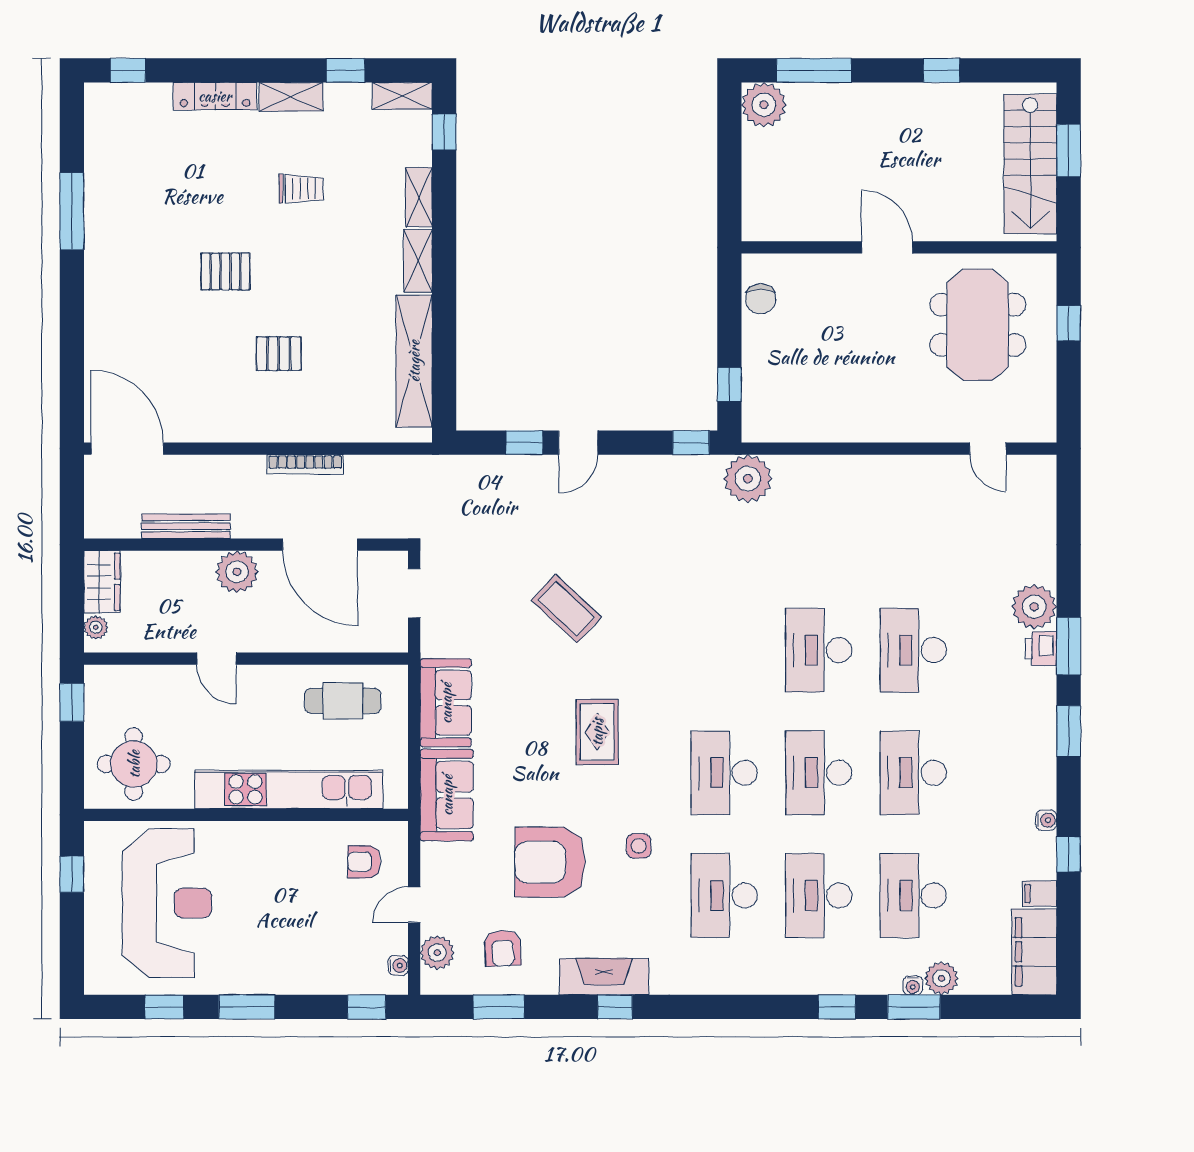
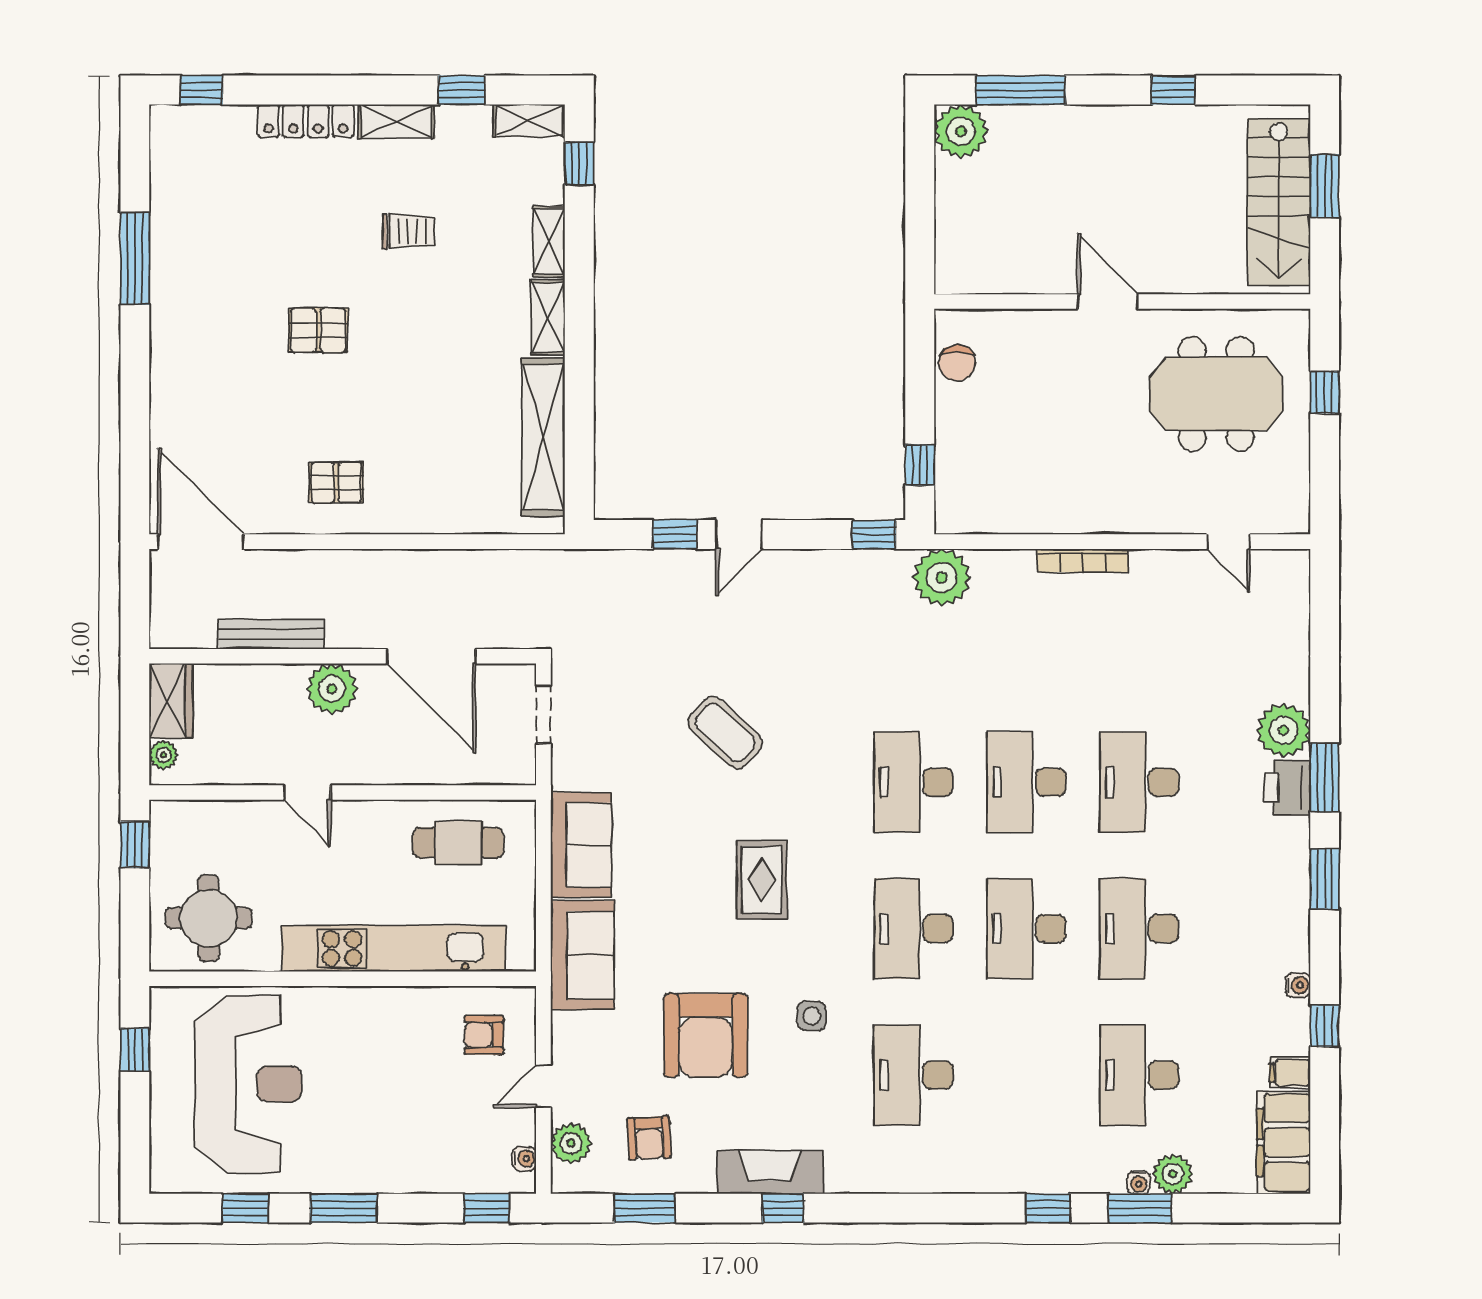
meeting table: (978, 325) -> (1216, 394), turned 90
pallet: (279, 354) -> (336, 482), moved
bookcase: (305, 464) -> (1083, 560), moved
printer: (1041, 649) -> (1287, 788), width x1.36, depth x1.24
armchair: (550, 862) -> (706, 1035), turned -90
desk: (819, 895) -> (913, 782), moved

